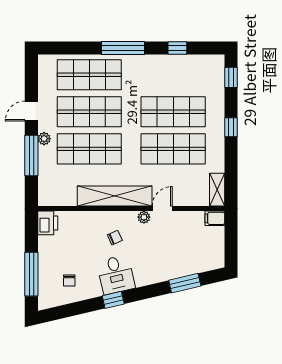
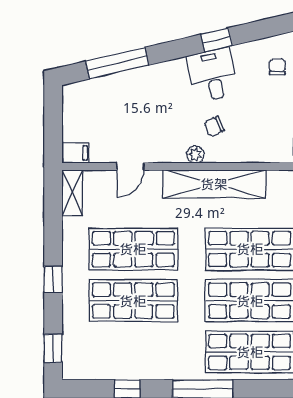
door: (162, 209) -> (130, 166), moved
plant: (144, 217) -> (195, 155), moved
window: (185, 283) -> (117, 63), width x1.44

